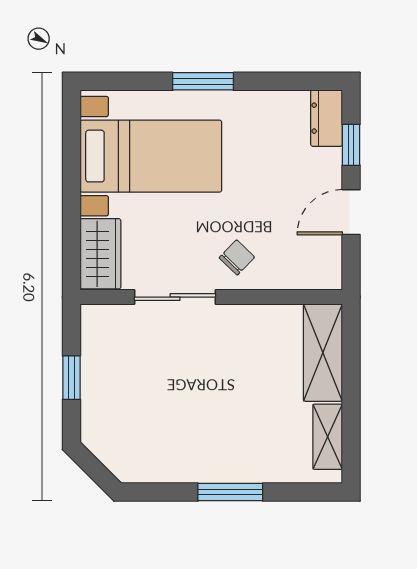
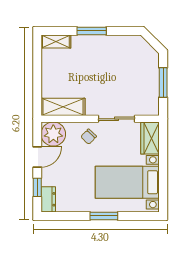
plant: (315, 263) -> (53, 134), added
shelving: (323, 353) -> (63, 107), moved, turned 90
window: (71, 378) -> (163, 82), width x1.50
shelving: (328, 437) -> (56, 41), moved, turned 90

